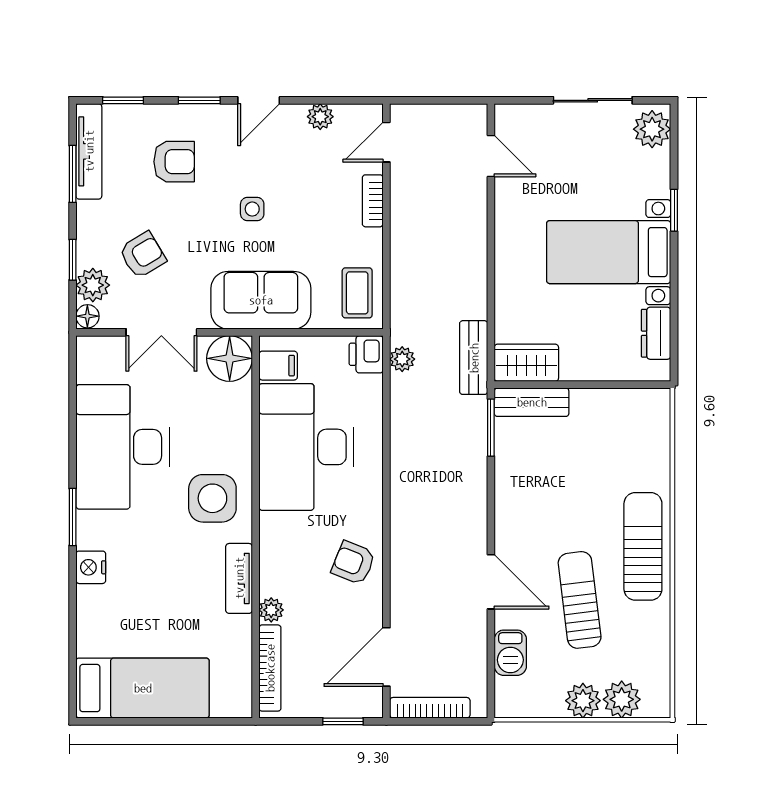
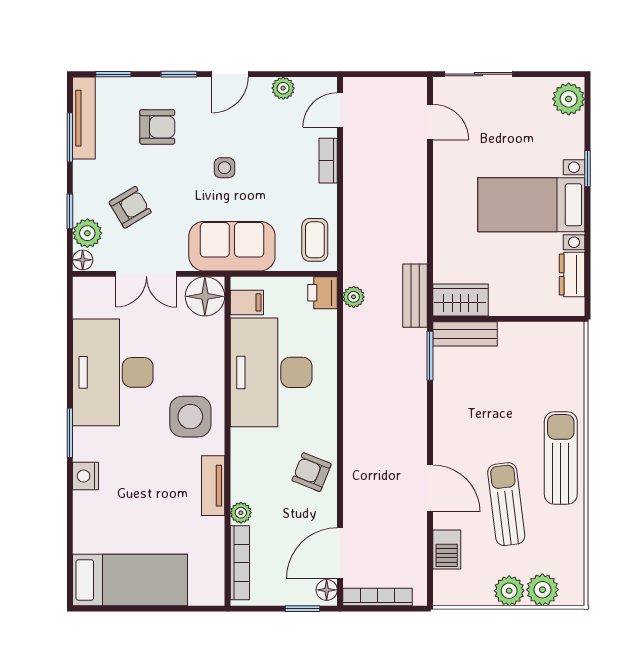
sliding door: (593, 100) -> (478, 74), moved
floor lamp: (371, 700) -> (327, 590), added

